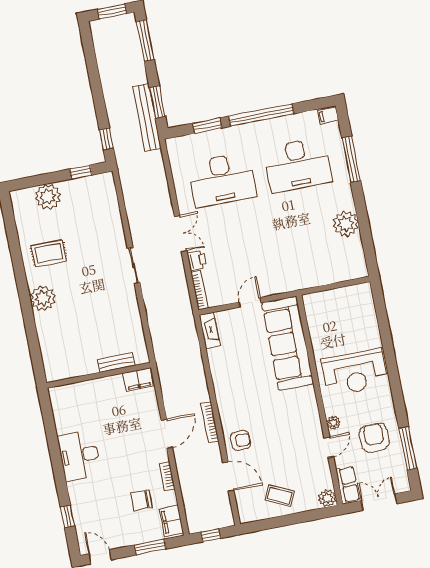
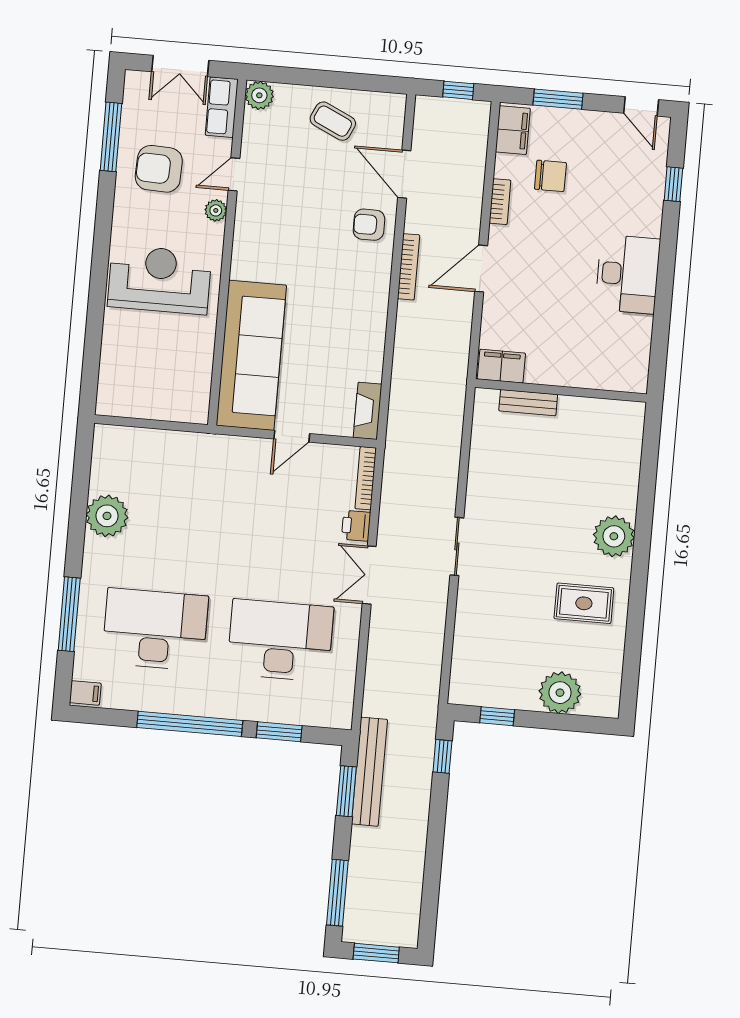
armchair: (374, 438) -> (159, 169), turned 92

